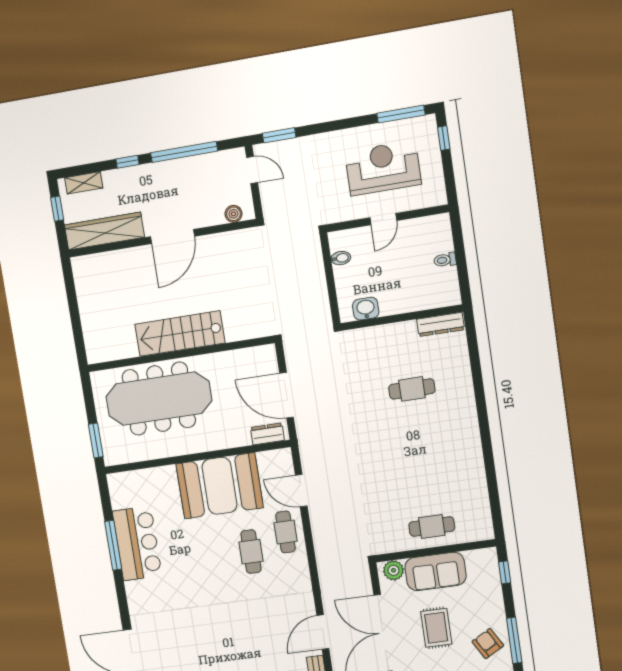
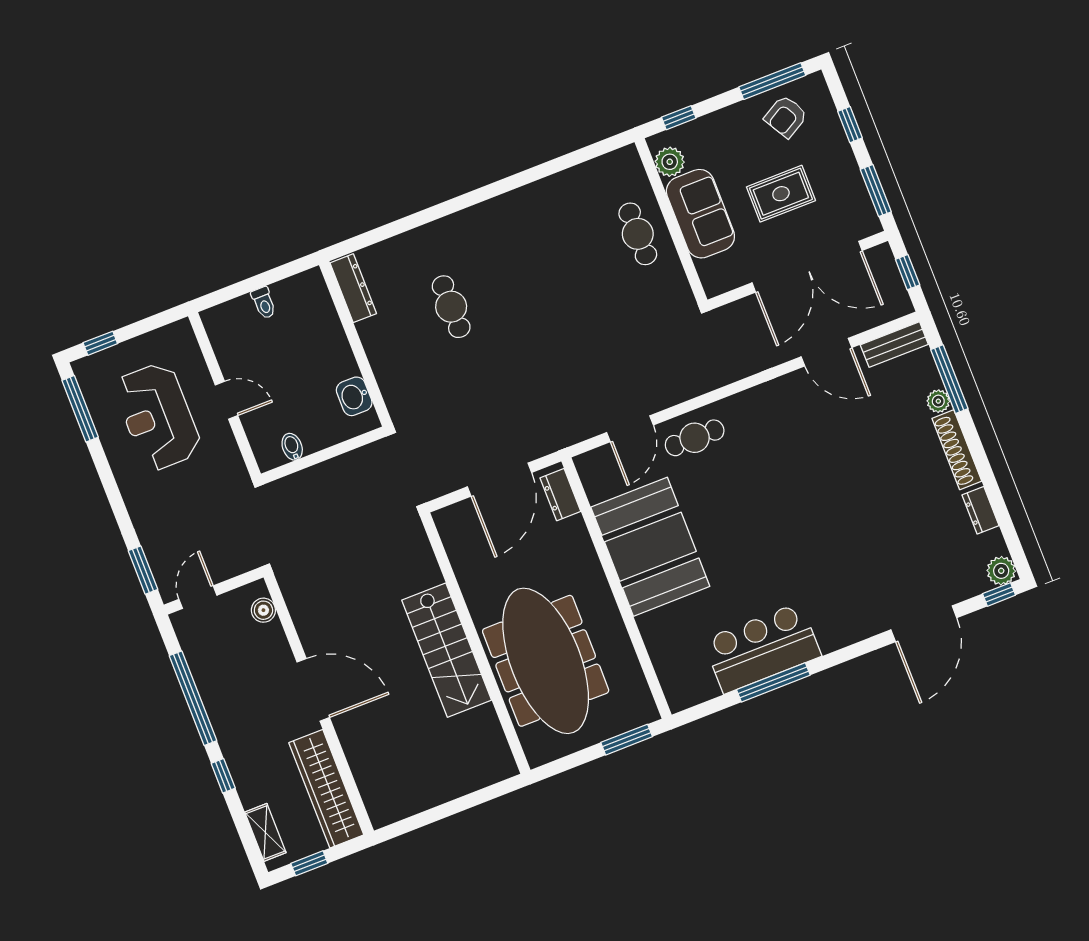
cafe table: (251, 552) -> (735, 481), removed
plant: (394, 570) -> (670, 162), moved

